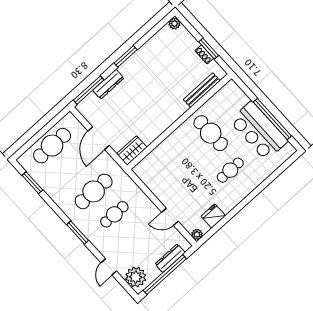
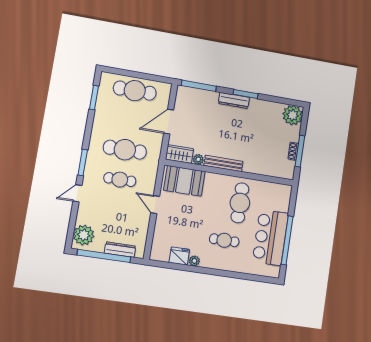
plant: (174, 24) -> (293, 115), width x1.88, depth x1.88
window: (209, 49) -> (300, 151), width x1.44
dresser: (108, 84) -> (234, 100), moved
bench: (202, 90) -> (223, 163), moved
plant: (148, 139) -> (198, 159), added
booth: (157, 164) -> (184, 181), added
door: (170, 217) -> (155, 205), moved
plant: (197, 234) -> (194, 261), moved
door: (109, 267) -> (77, 193), moved

